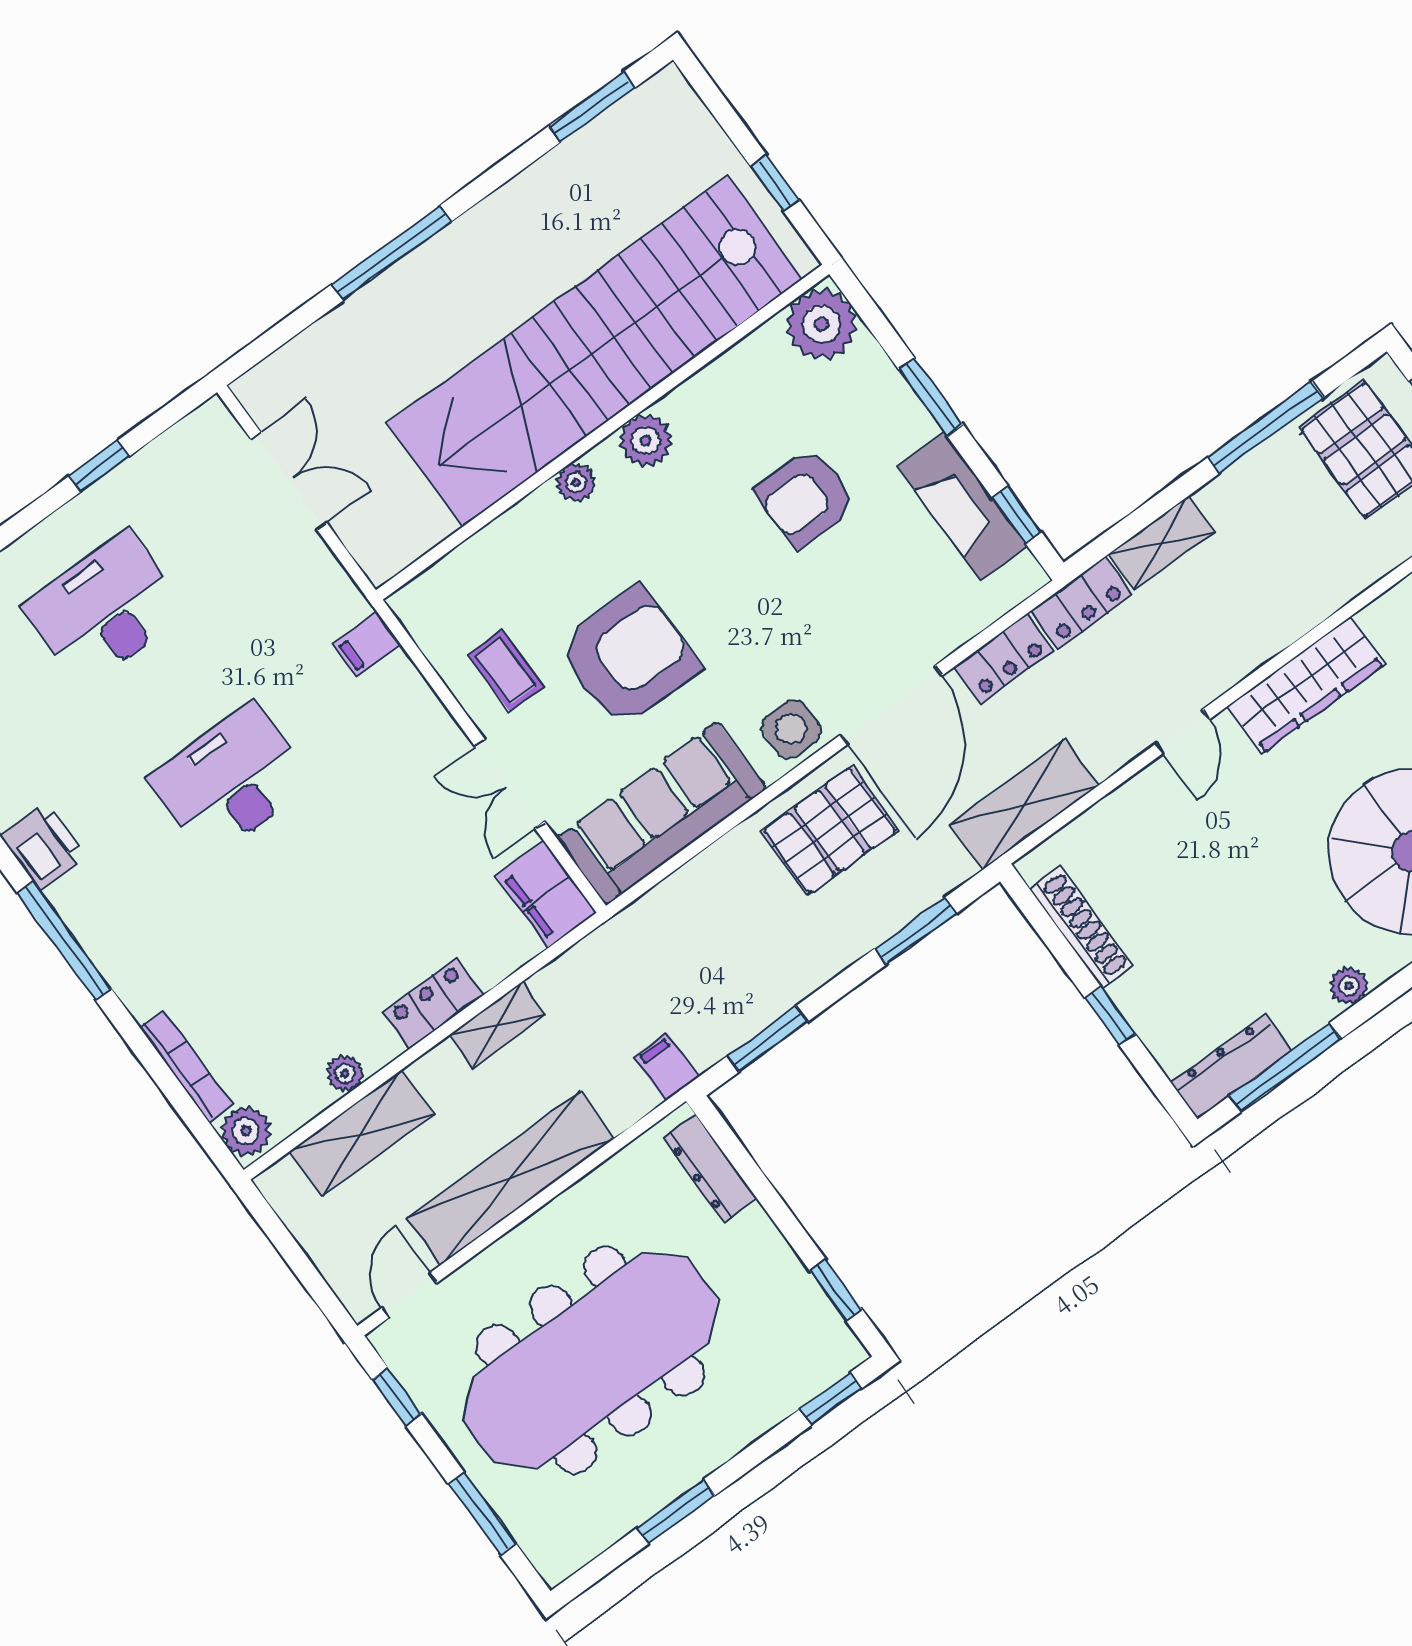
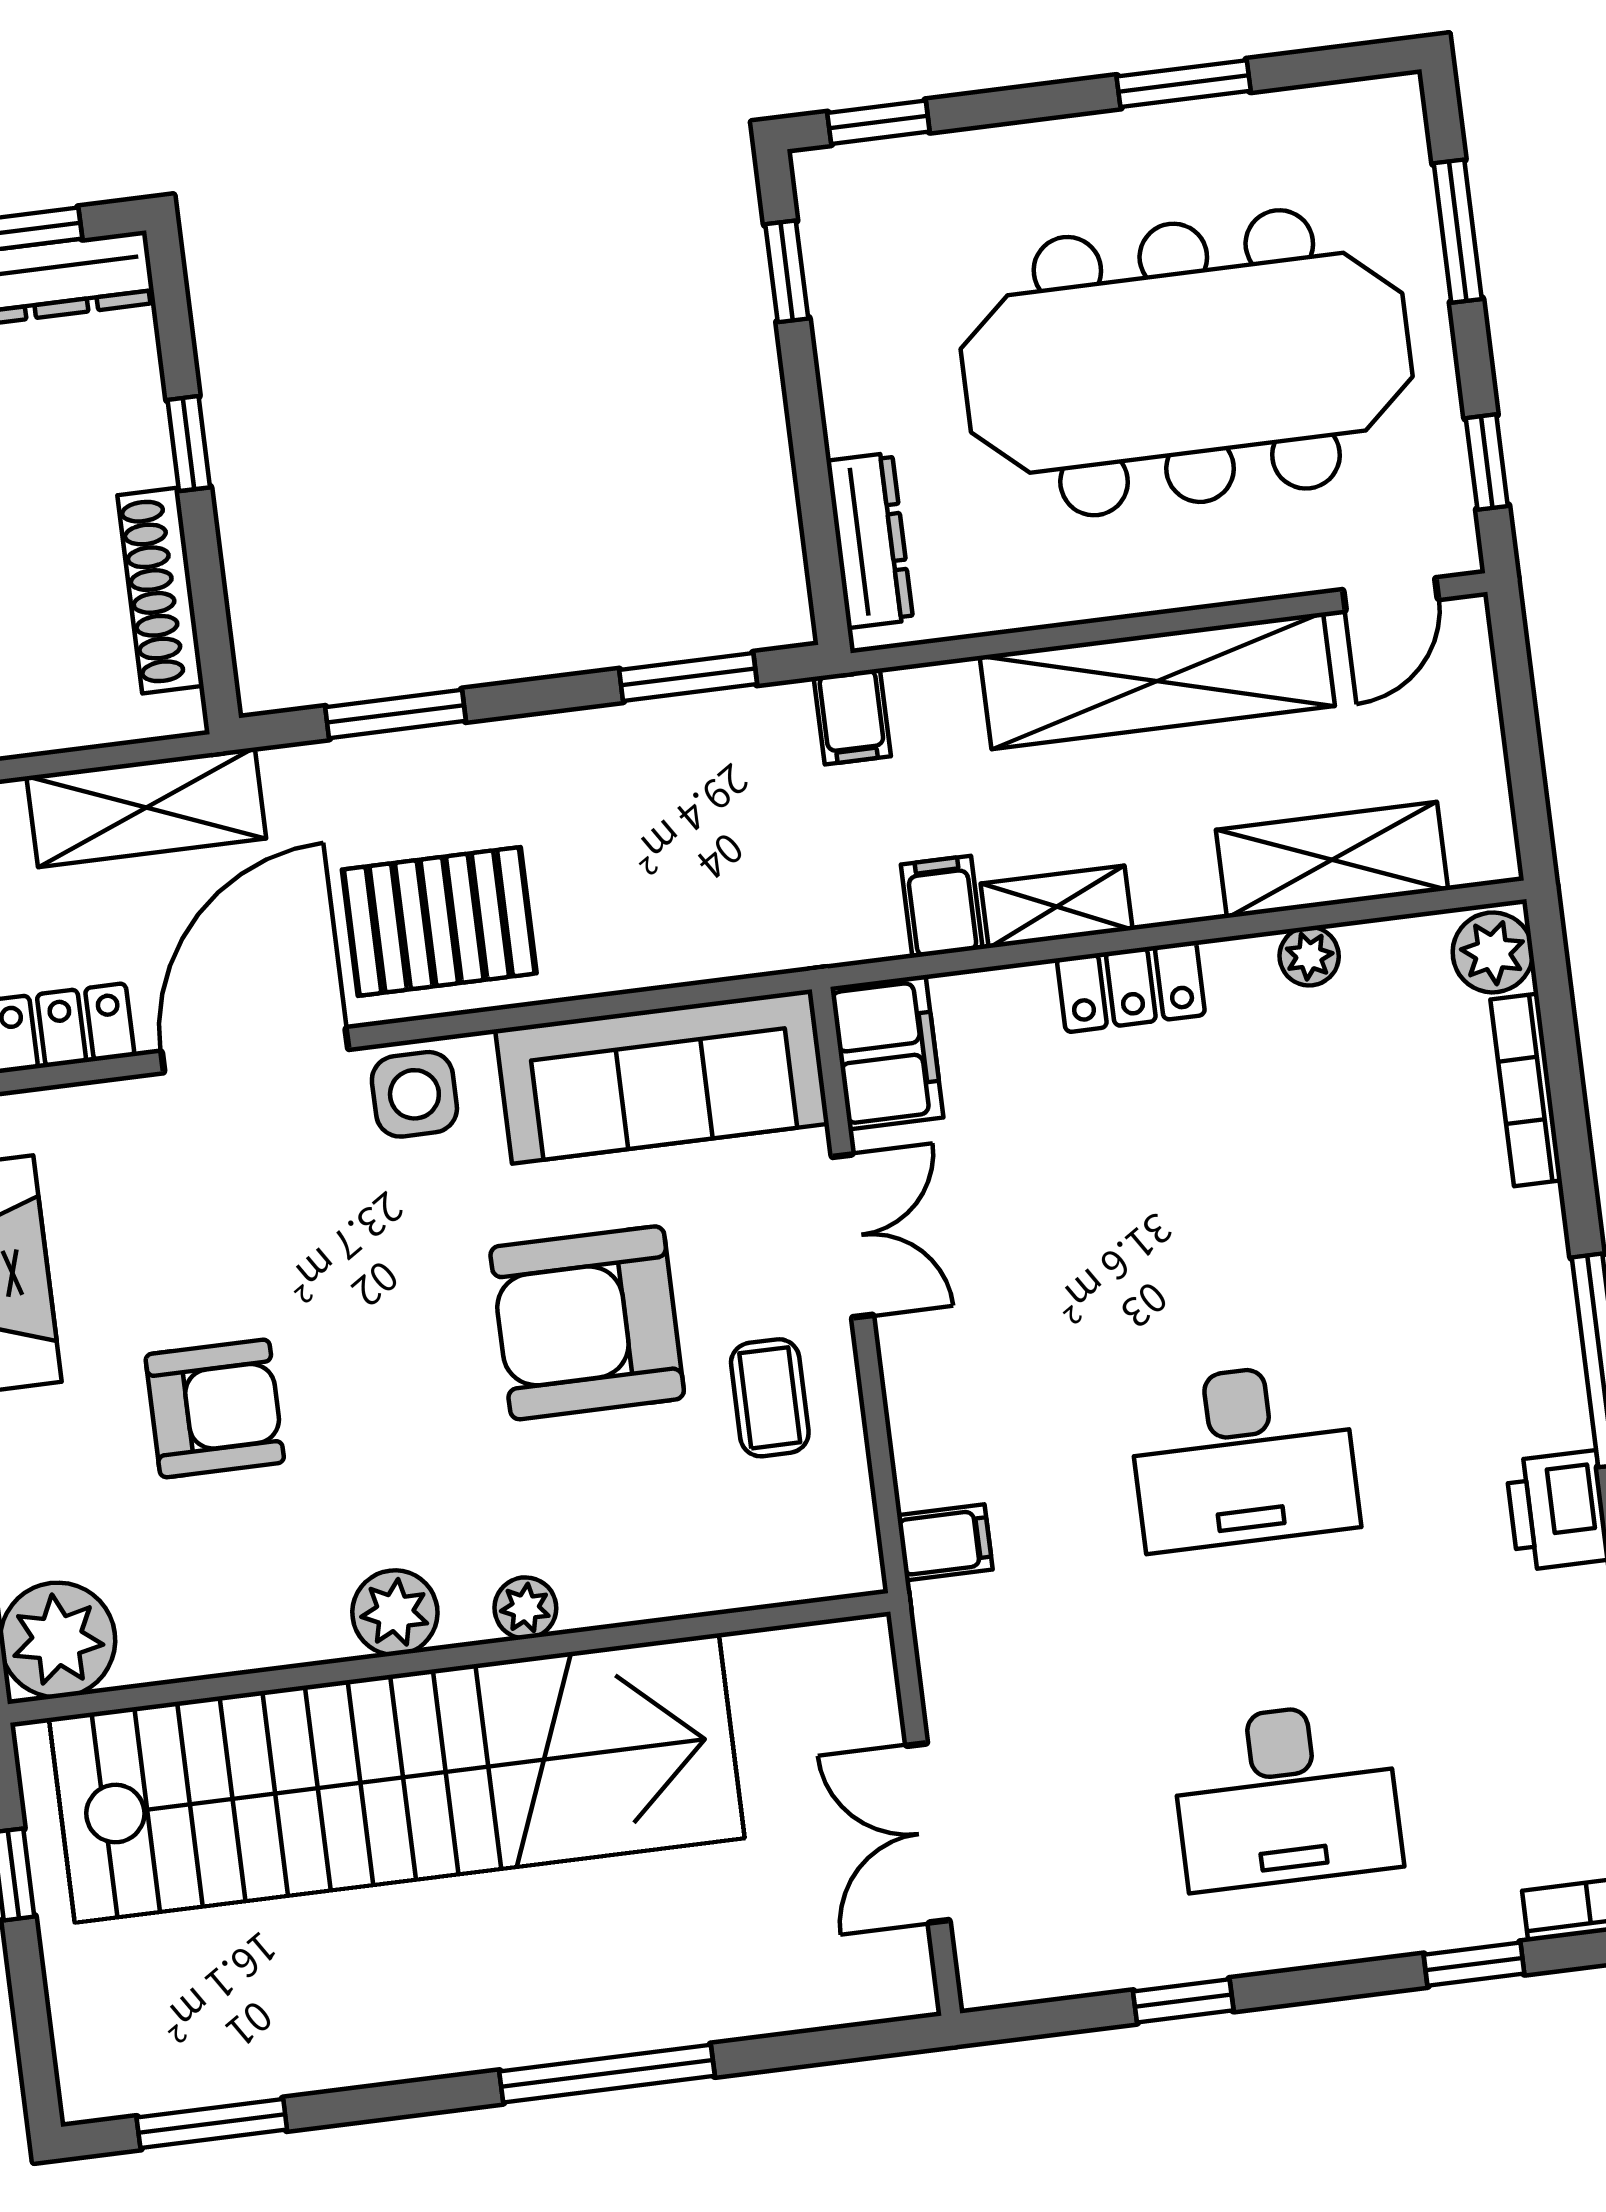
filing cabinet: (560, 990) -> (942, 907), added

